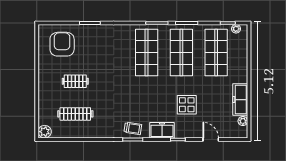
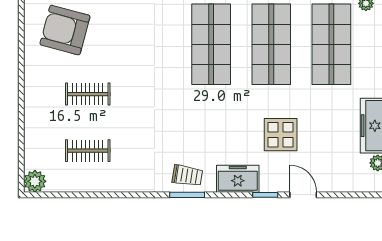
armchair: (62, 44) -> (65, 30), turned -75
clothes rail: (75, 114) -> (88, 151), width x0.73
door: (211, 140) -> (303, 195), moved

